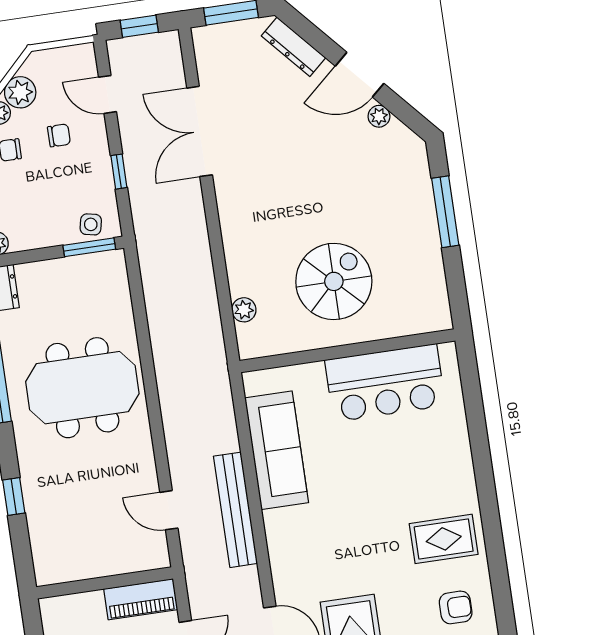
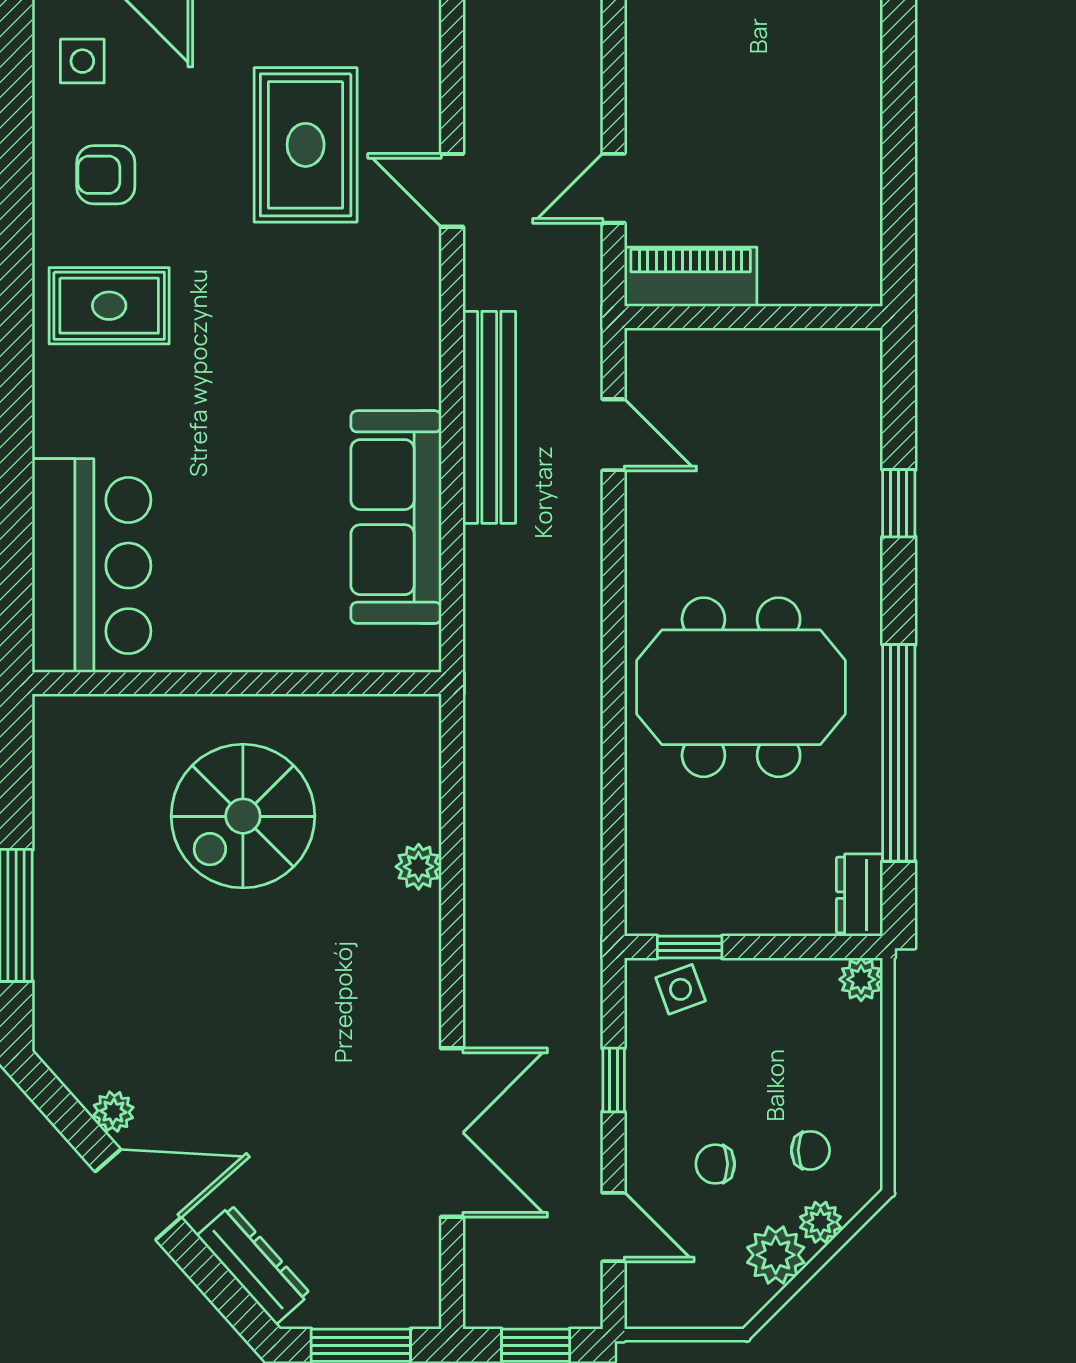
side table: (91, 224) -> (681, 989), turned -32
window: (89, 247) -> (690, 947), width x0.67
plant: (244, 310) -> (419, 867), moved
bar counter: (385, 383) -> (92, 566), moved, turned 90

